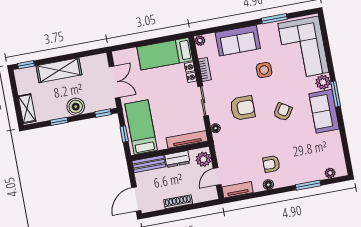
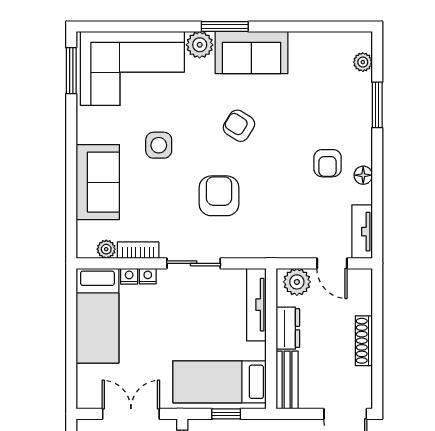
window: (274, 19) -> (71, 71), moved
plant: (200, 41) -> (106, 249), moved
floor lamp: (216, 128) -> (246, 250), removed

